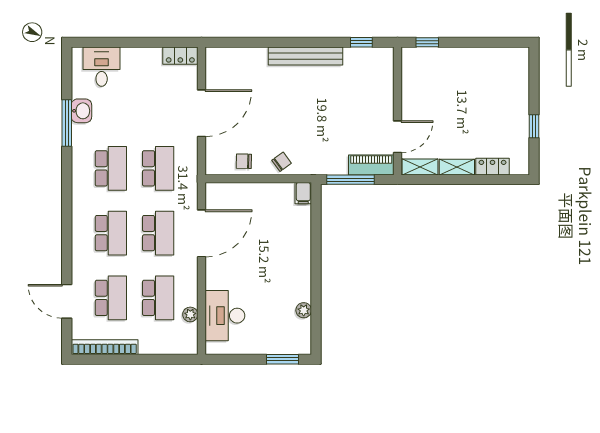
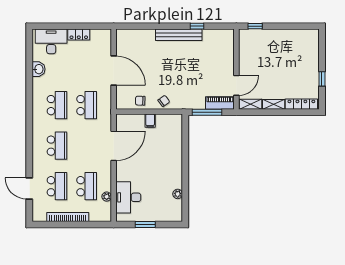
window: (361, 42) -> (197, 26), moved
locker: (180, 56) -> (79, 35), moved
desk: (102, 67) -> (51, 41), width x1.37
door: (201, 113) -> (114, 71), hinge flipped
window: (67, 123) -> (29, 77), removed
locker: (493, 167) -> (301, 104), width x1.53
filing cabinet: (303, 193) -> (150, 121), moved
school desk: (158, 233) -> (87, 146), removed
bookcase: (105, 347) -> (68, 217), moved
window: (282, 359) -> (145, 225), moved

